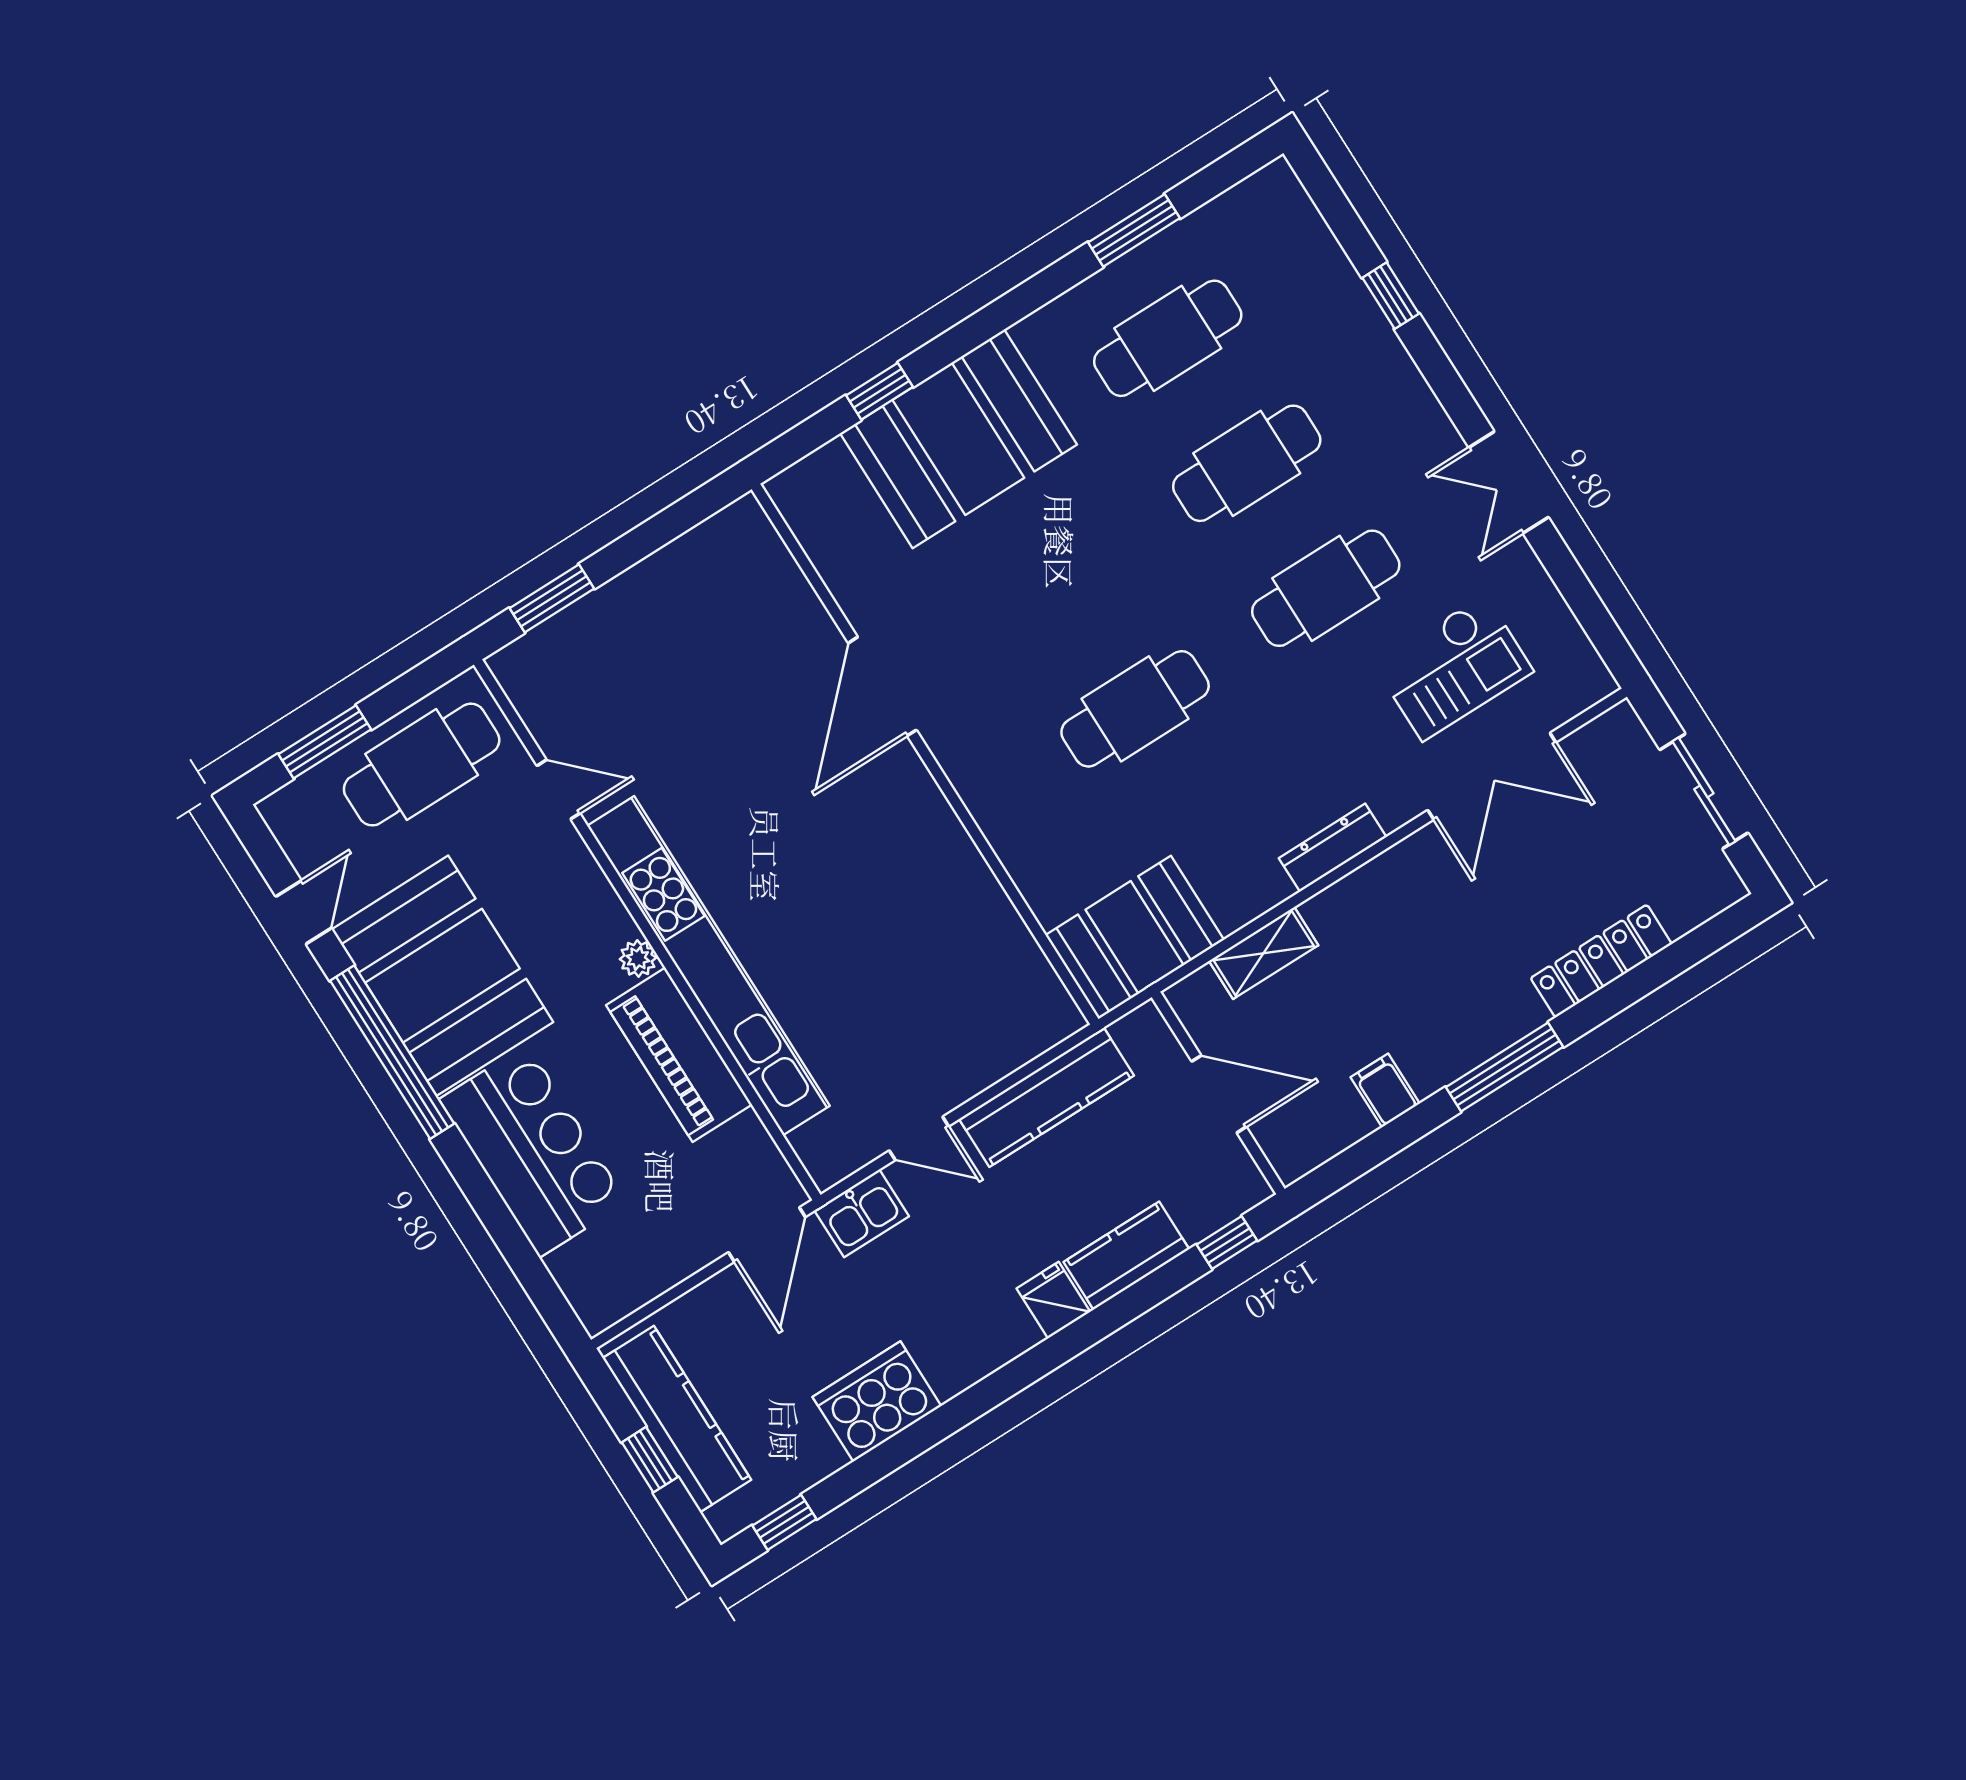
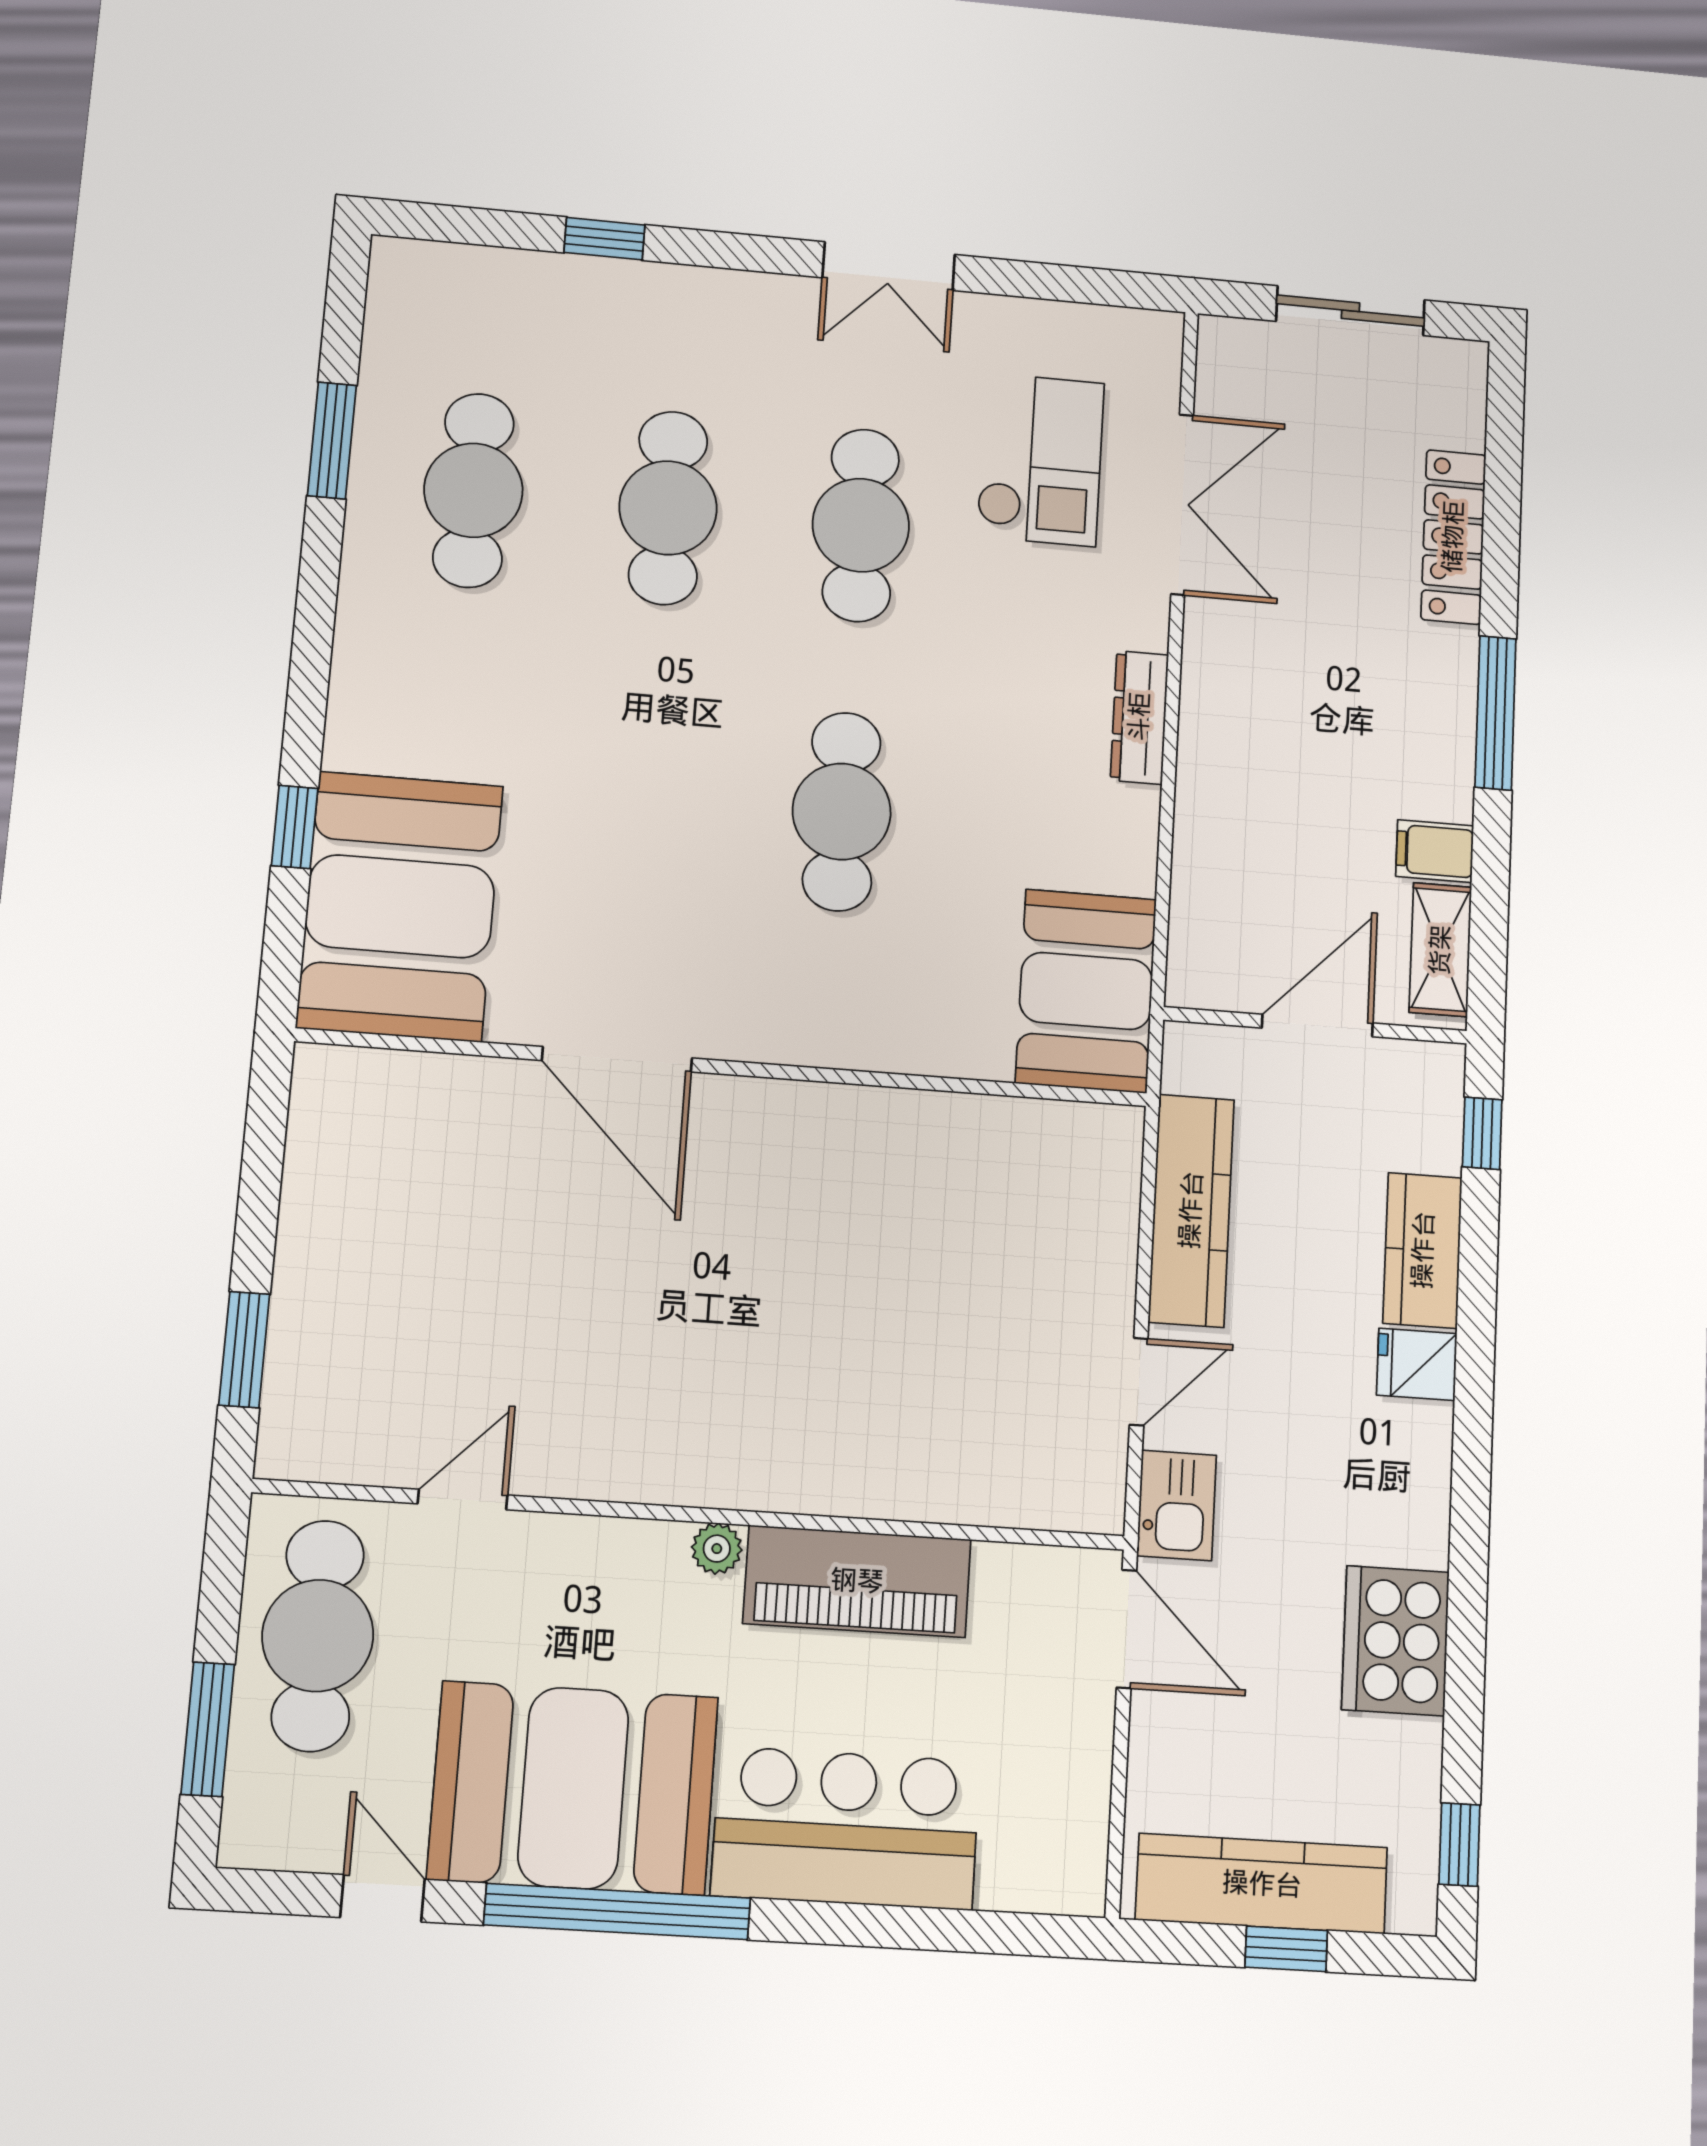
booth: (958, 439) -> (400, 906), moved
shelving: (1264, 953) -> (1440, 950), moved
kitchen unit: (708, 966) -> (782, 1475), removed

